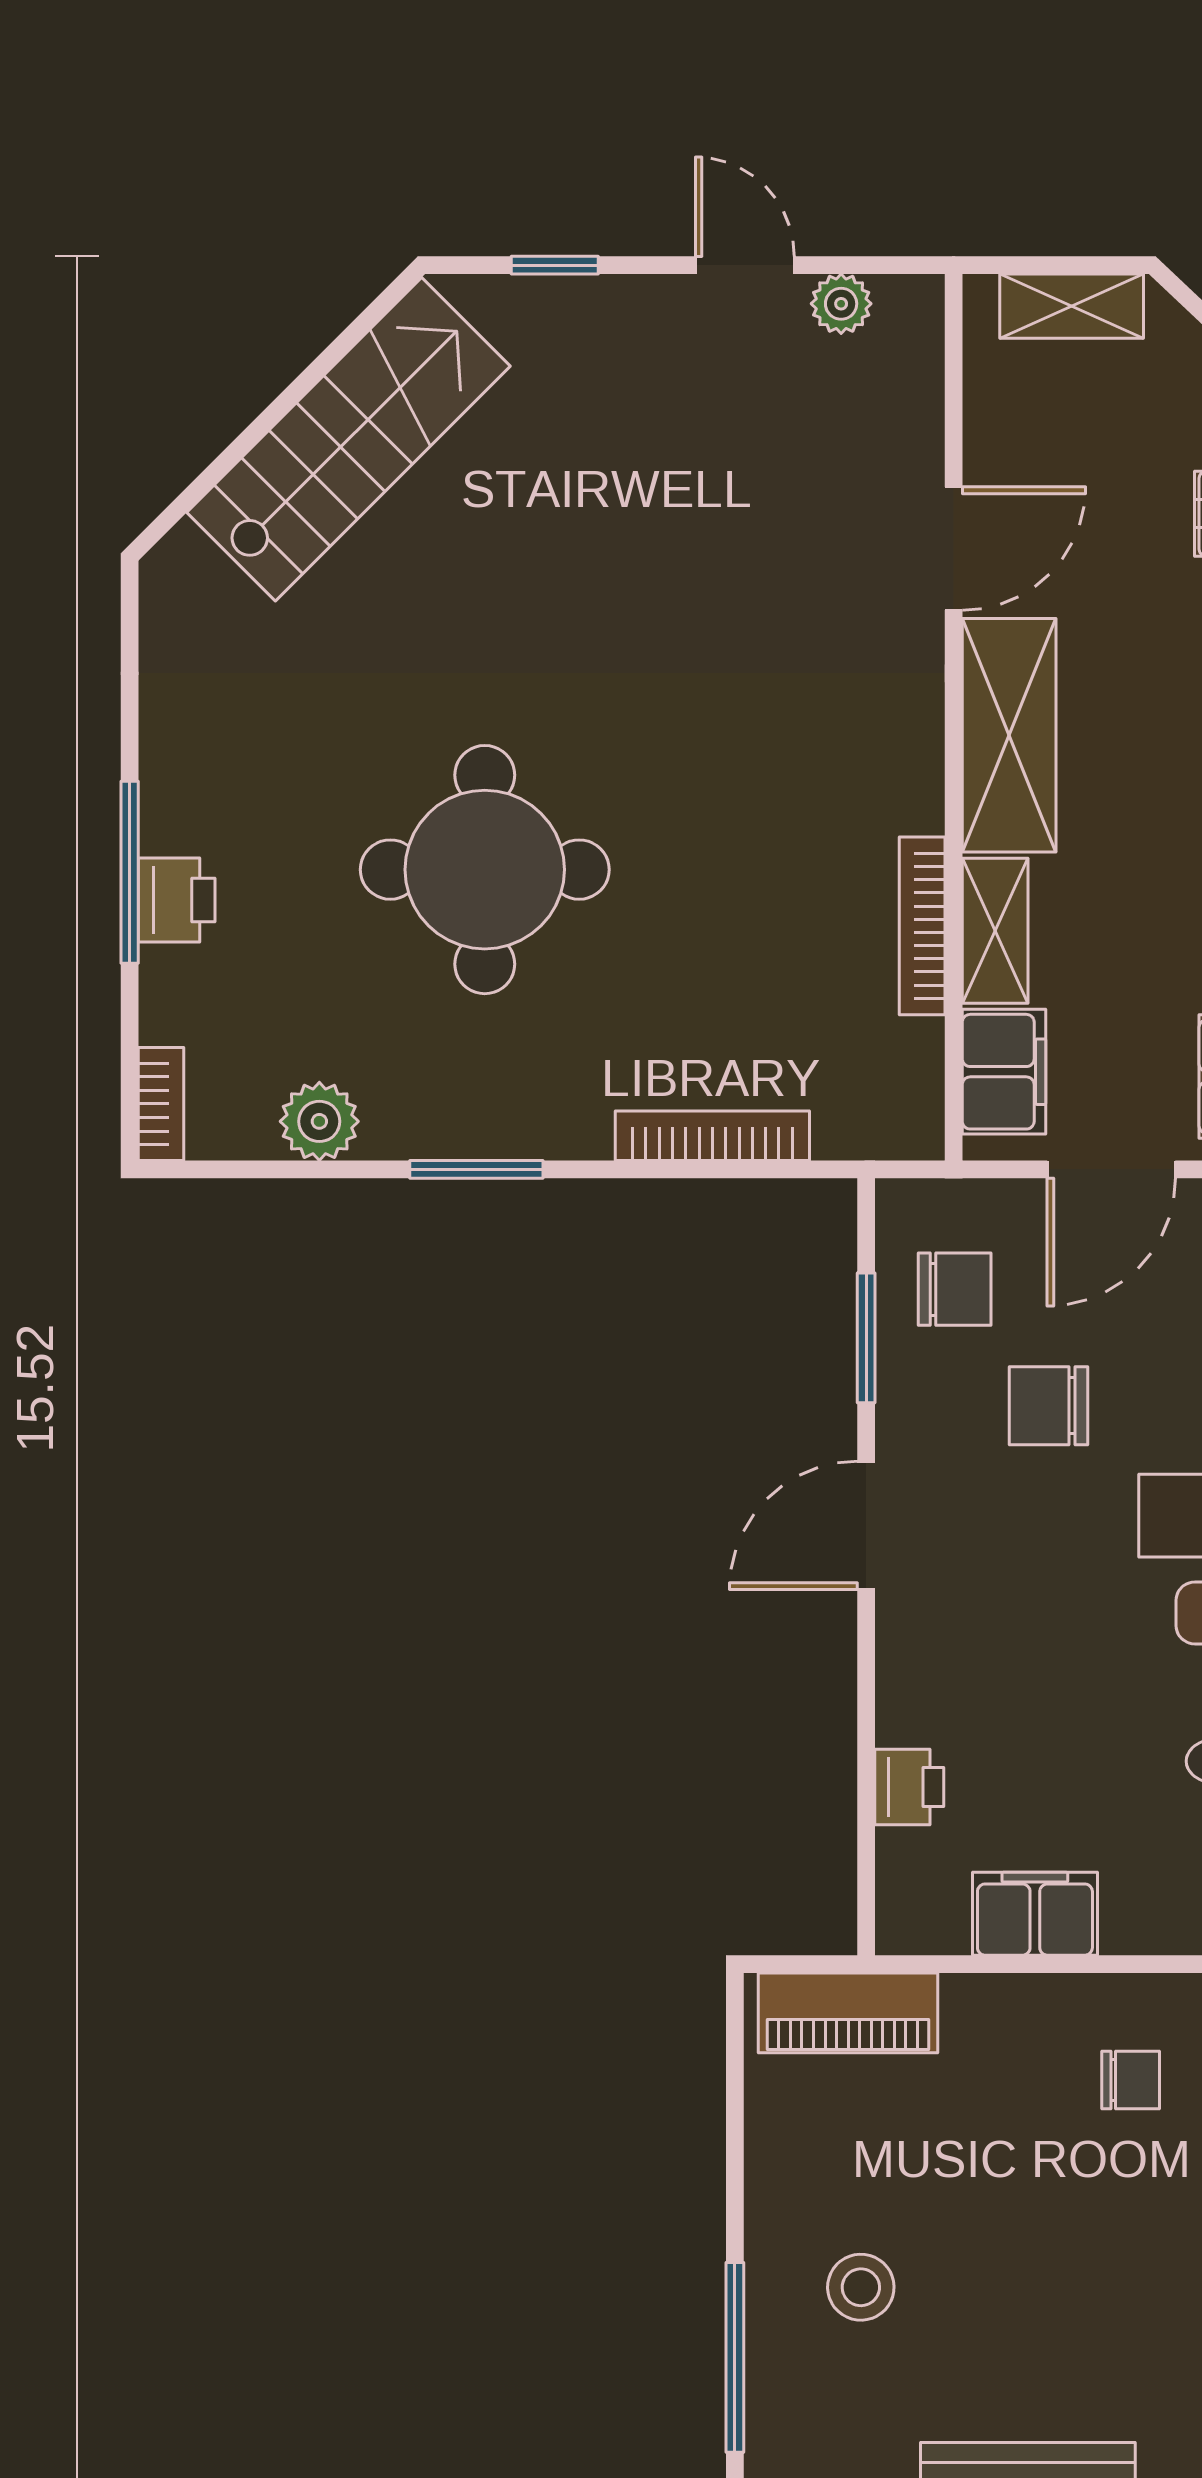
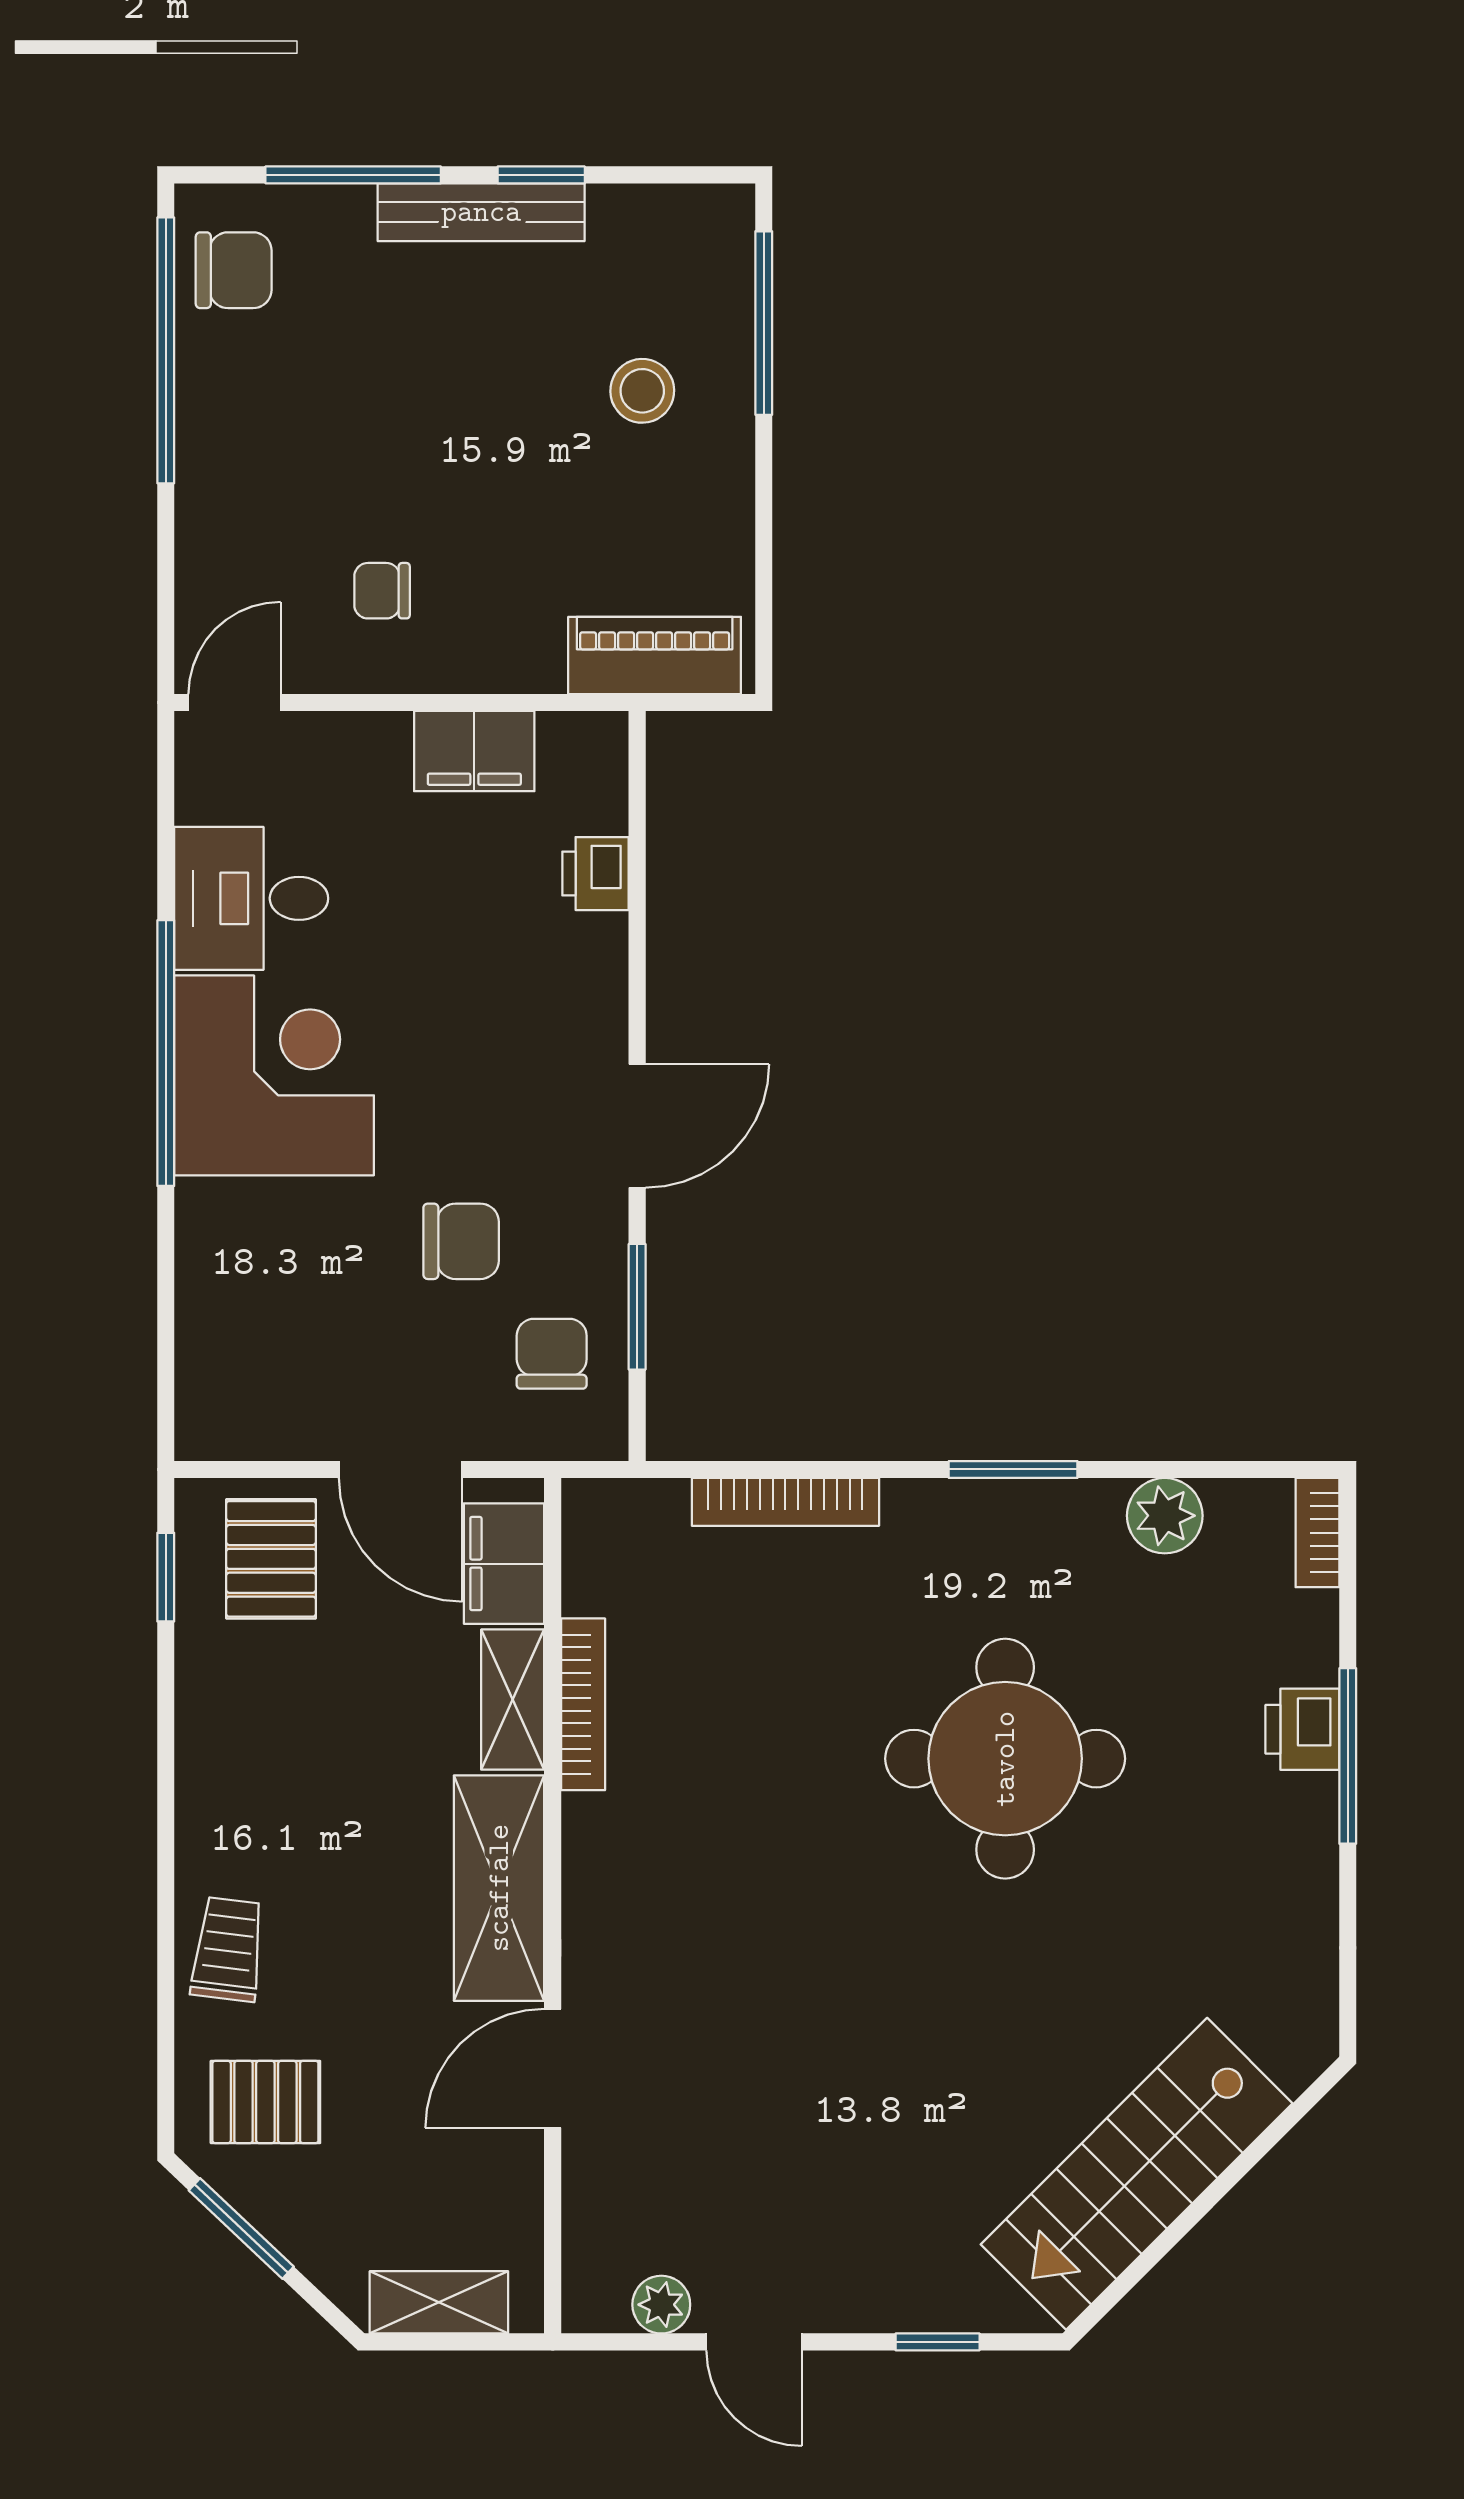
door: (1111, 1169) -> (401, 1469), swing flipped
chair: (955, 1289) -> (552, 1354), turned 90

